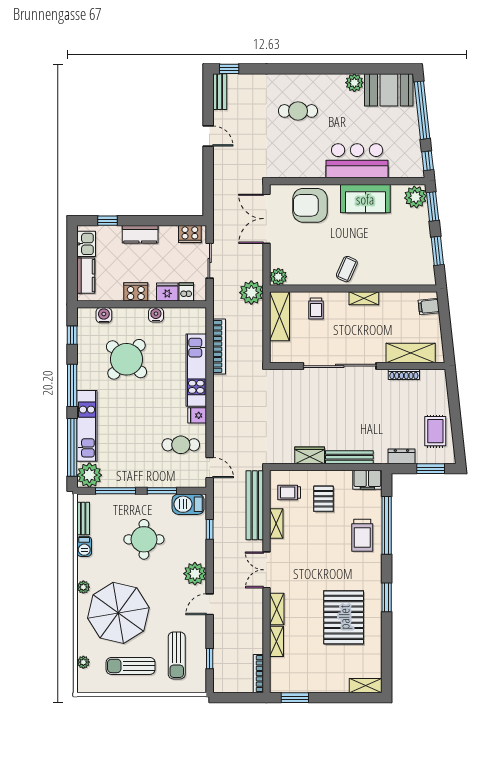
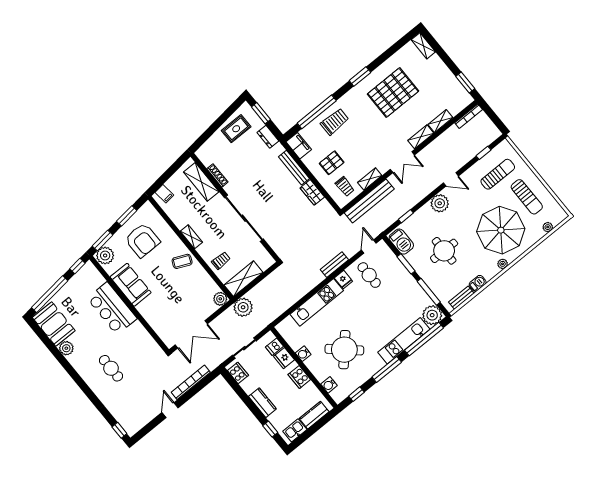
bench: (220, 92) -> (334, 265), moved
armchair: (310, 205) -> (142, 240), moved
bookcase: (219, 346) -> (191, 382), moved

